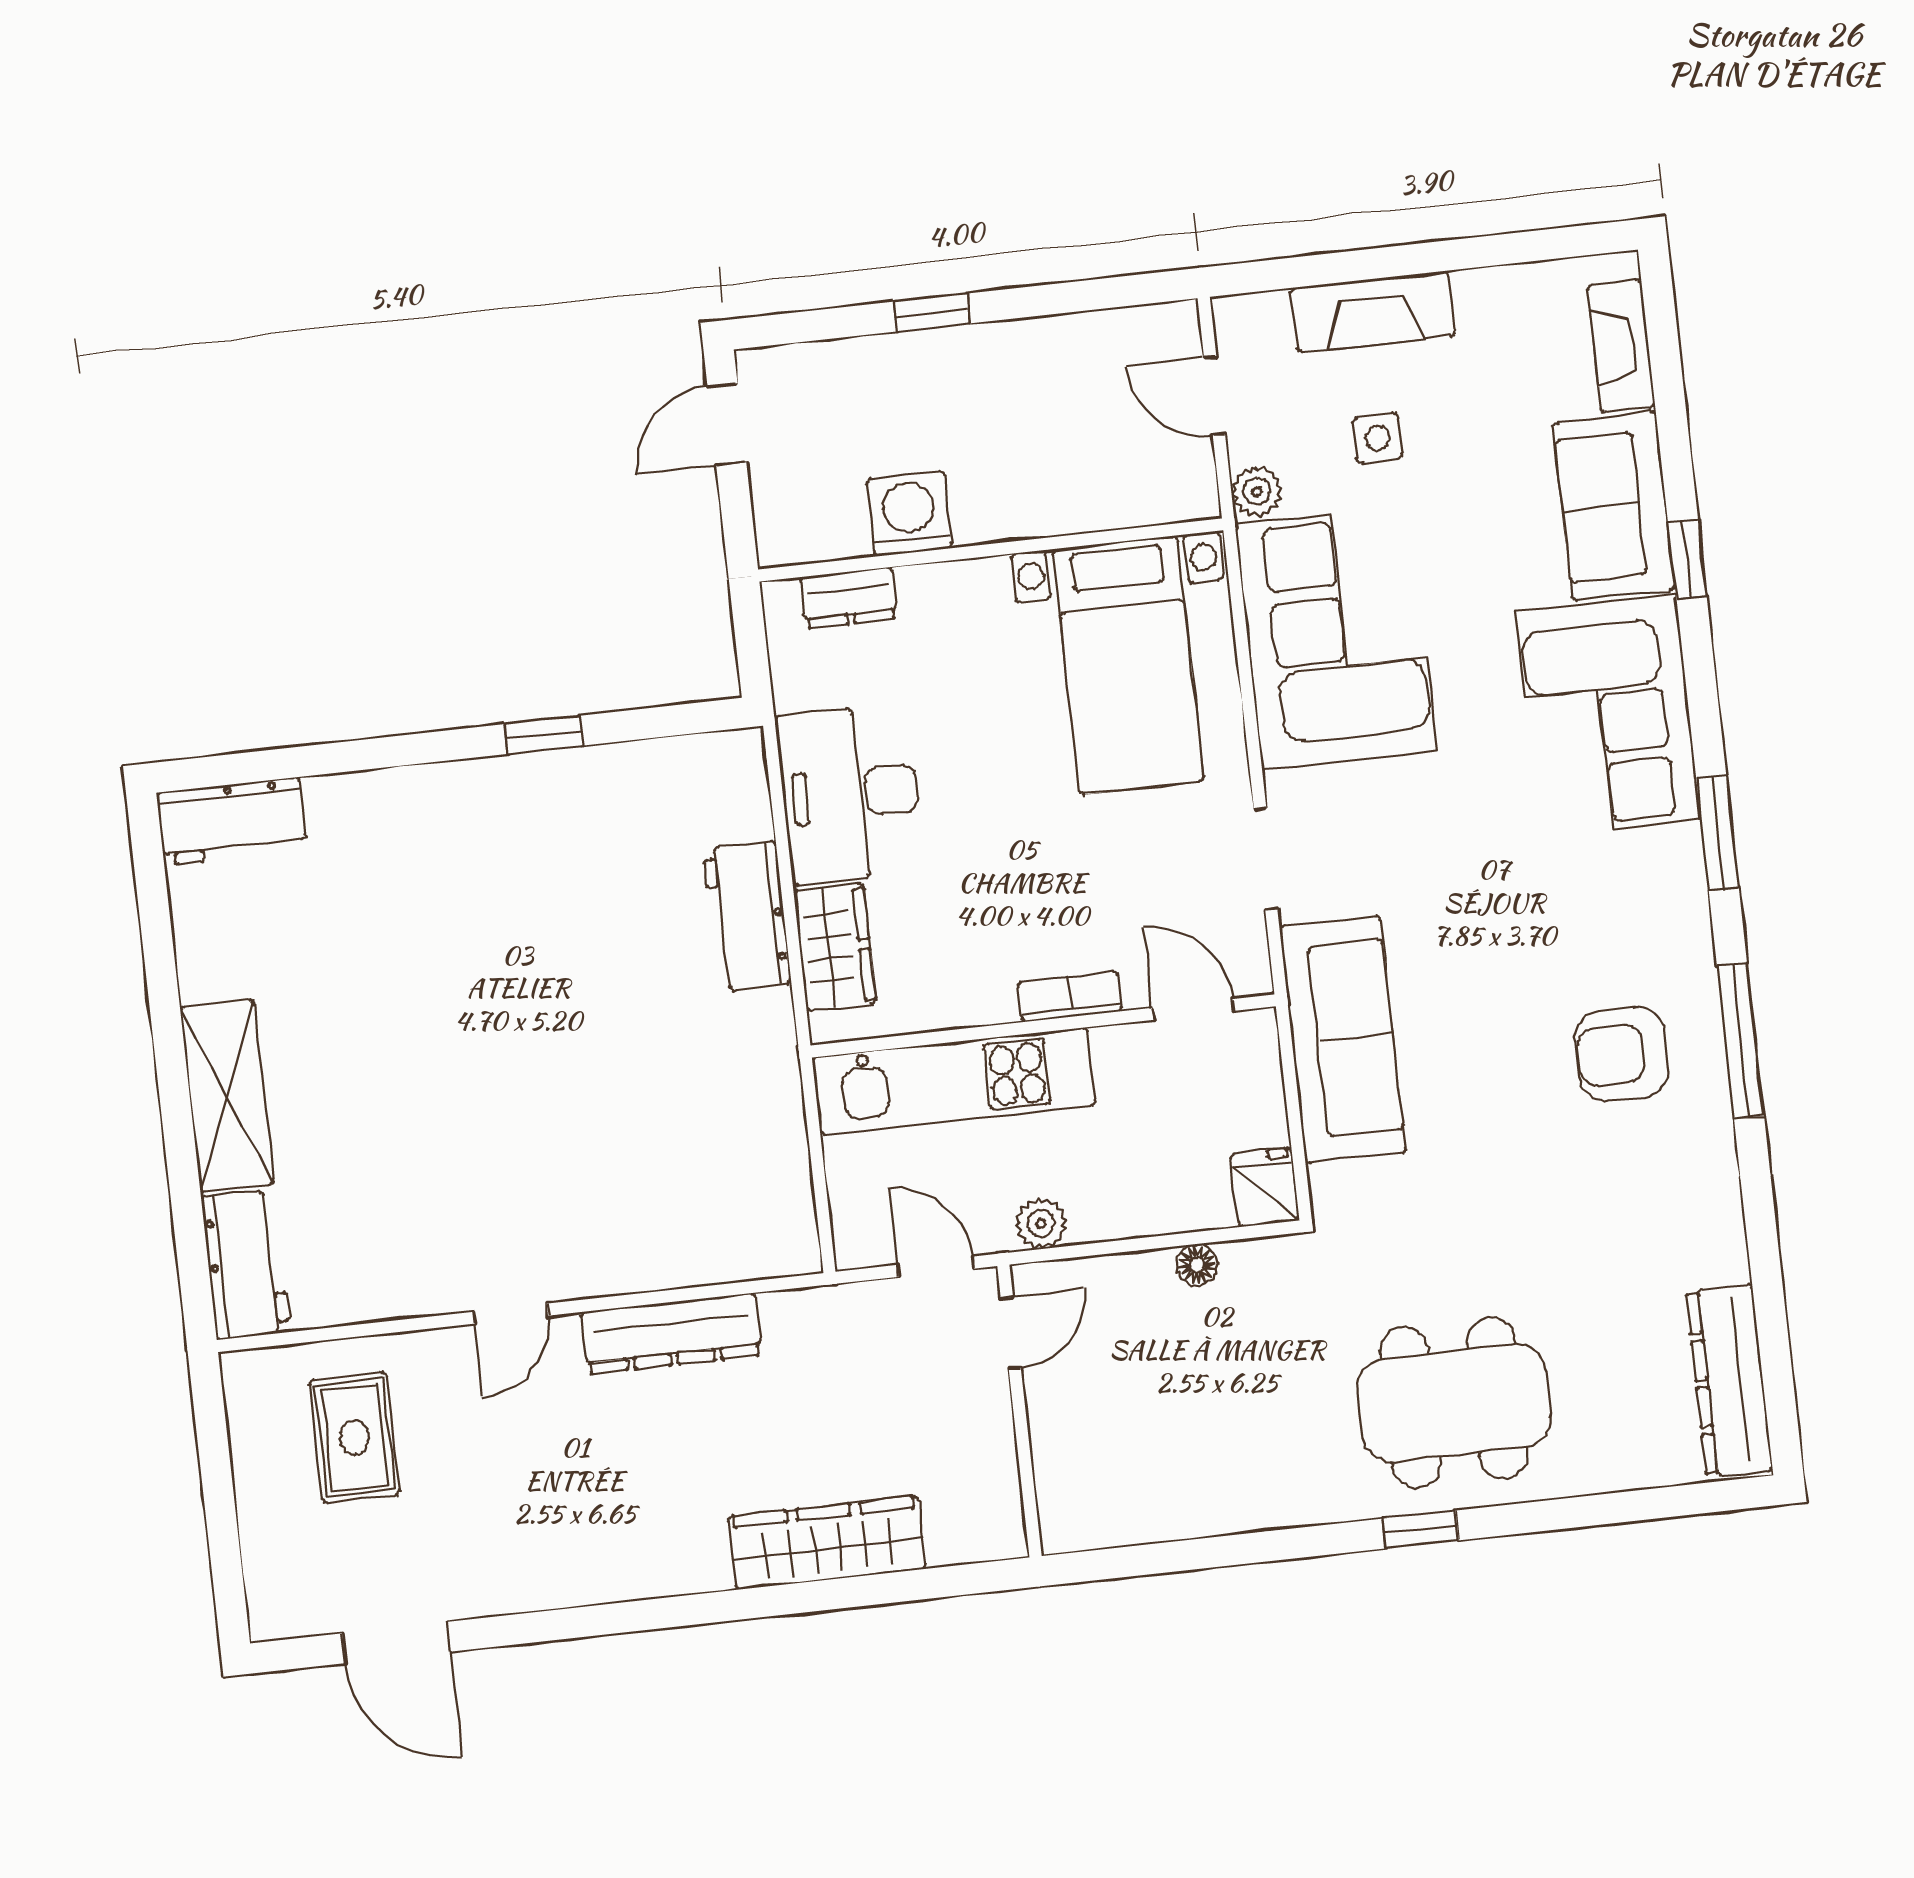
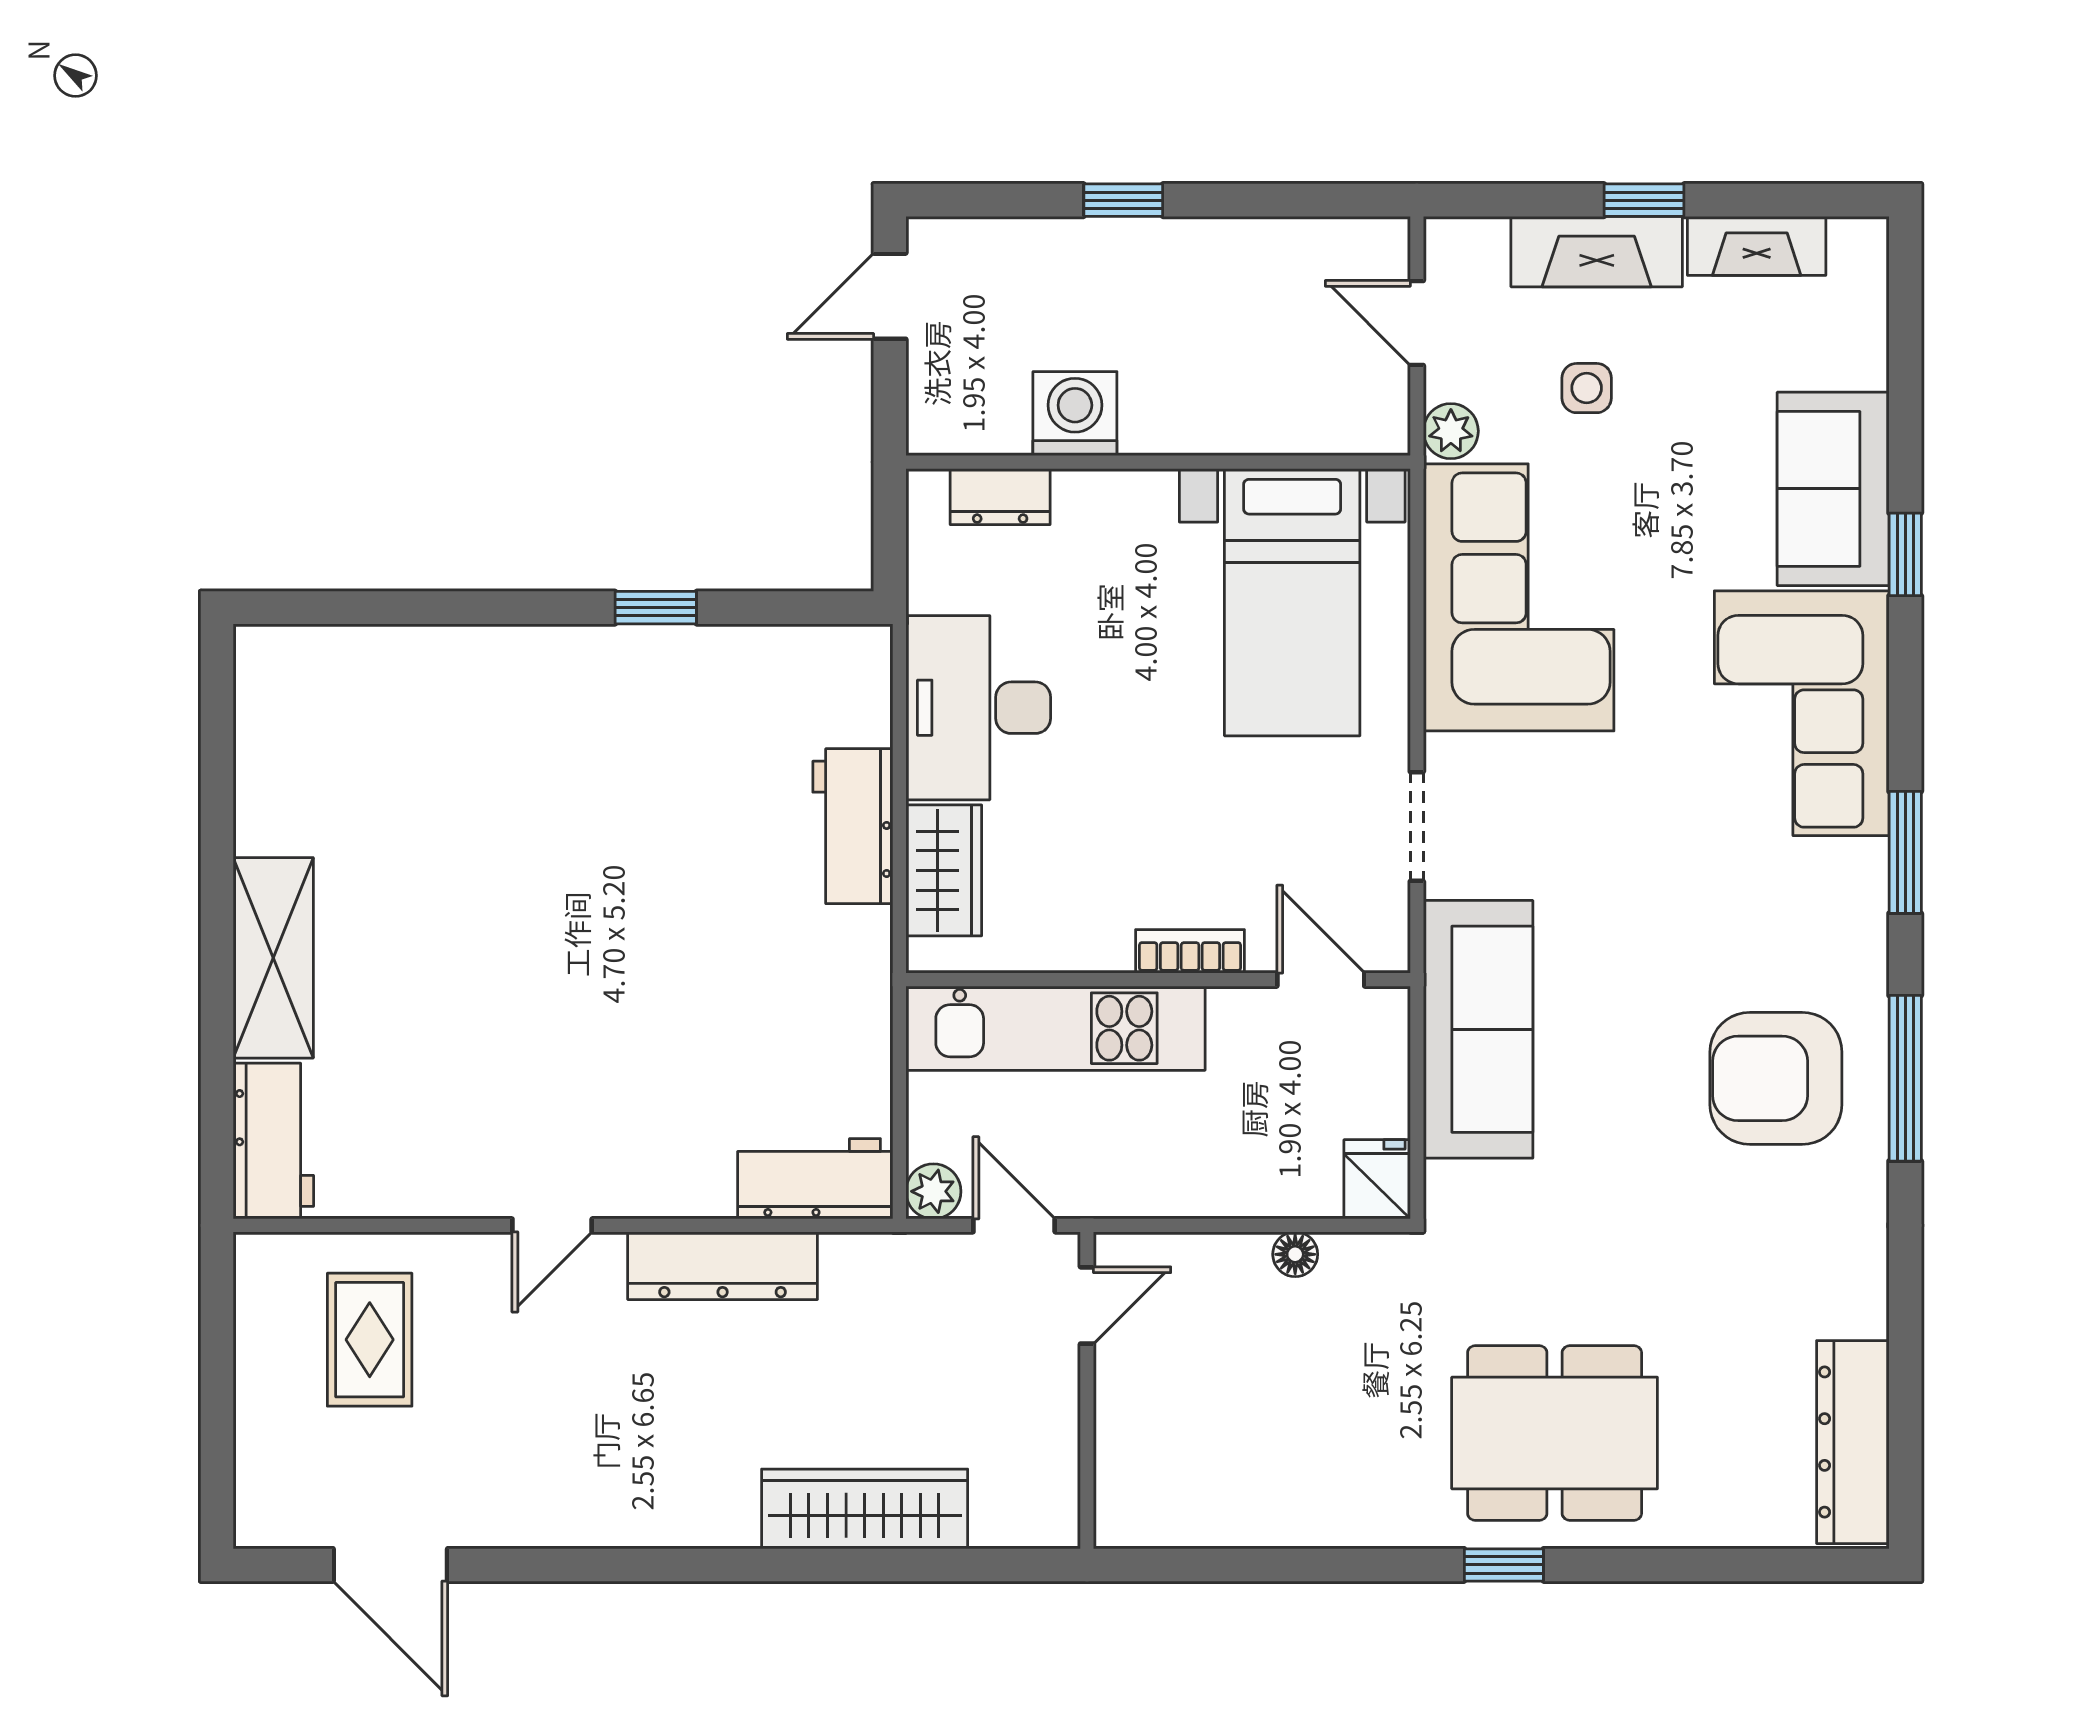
window: (1411, 260) -> (1644, 200), added
fireplace: (1621, 346) -> (1757, 246), moved, turned -90
workbench: (232, 822) -> (815, 1179), moved, turned 180
armchair: (1622, 1054) -> (1776, 1078), width x1.36, depth x1.36
plant: (1041, 1223) -> (933, 1191), moved

